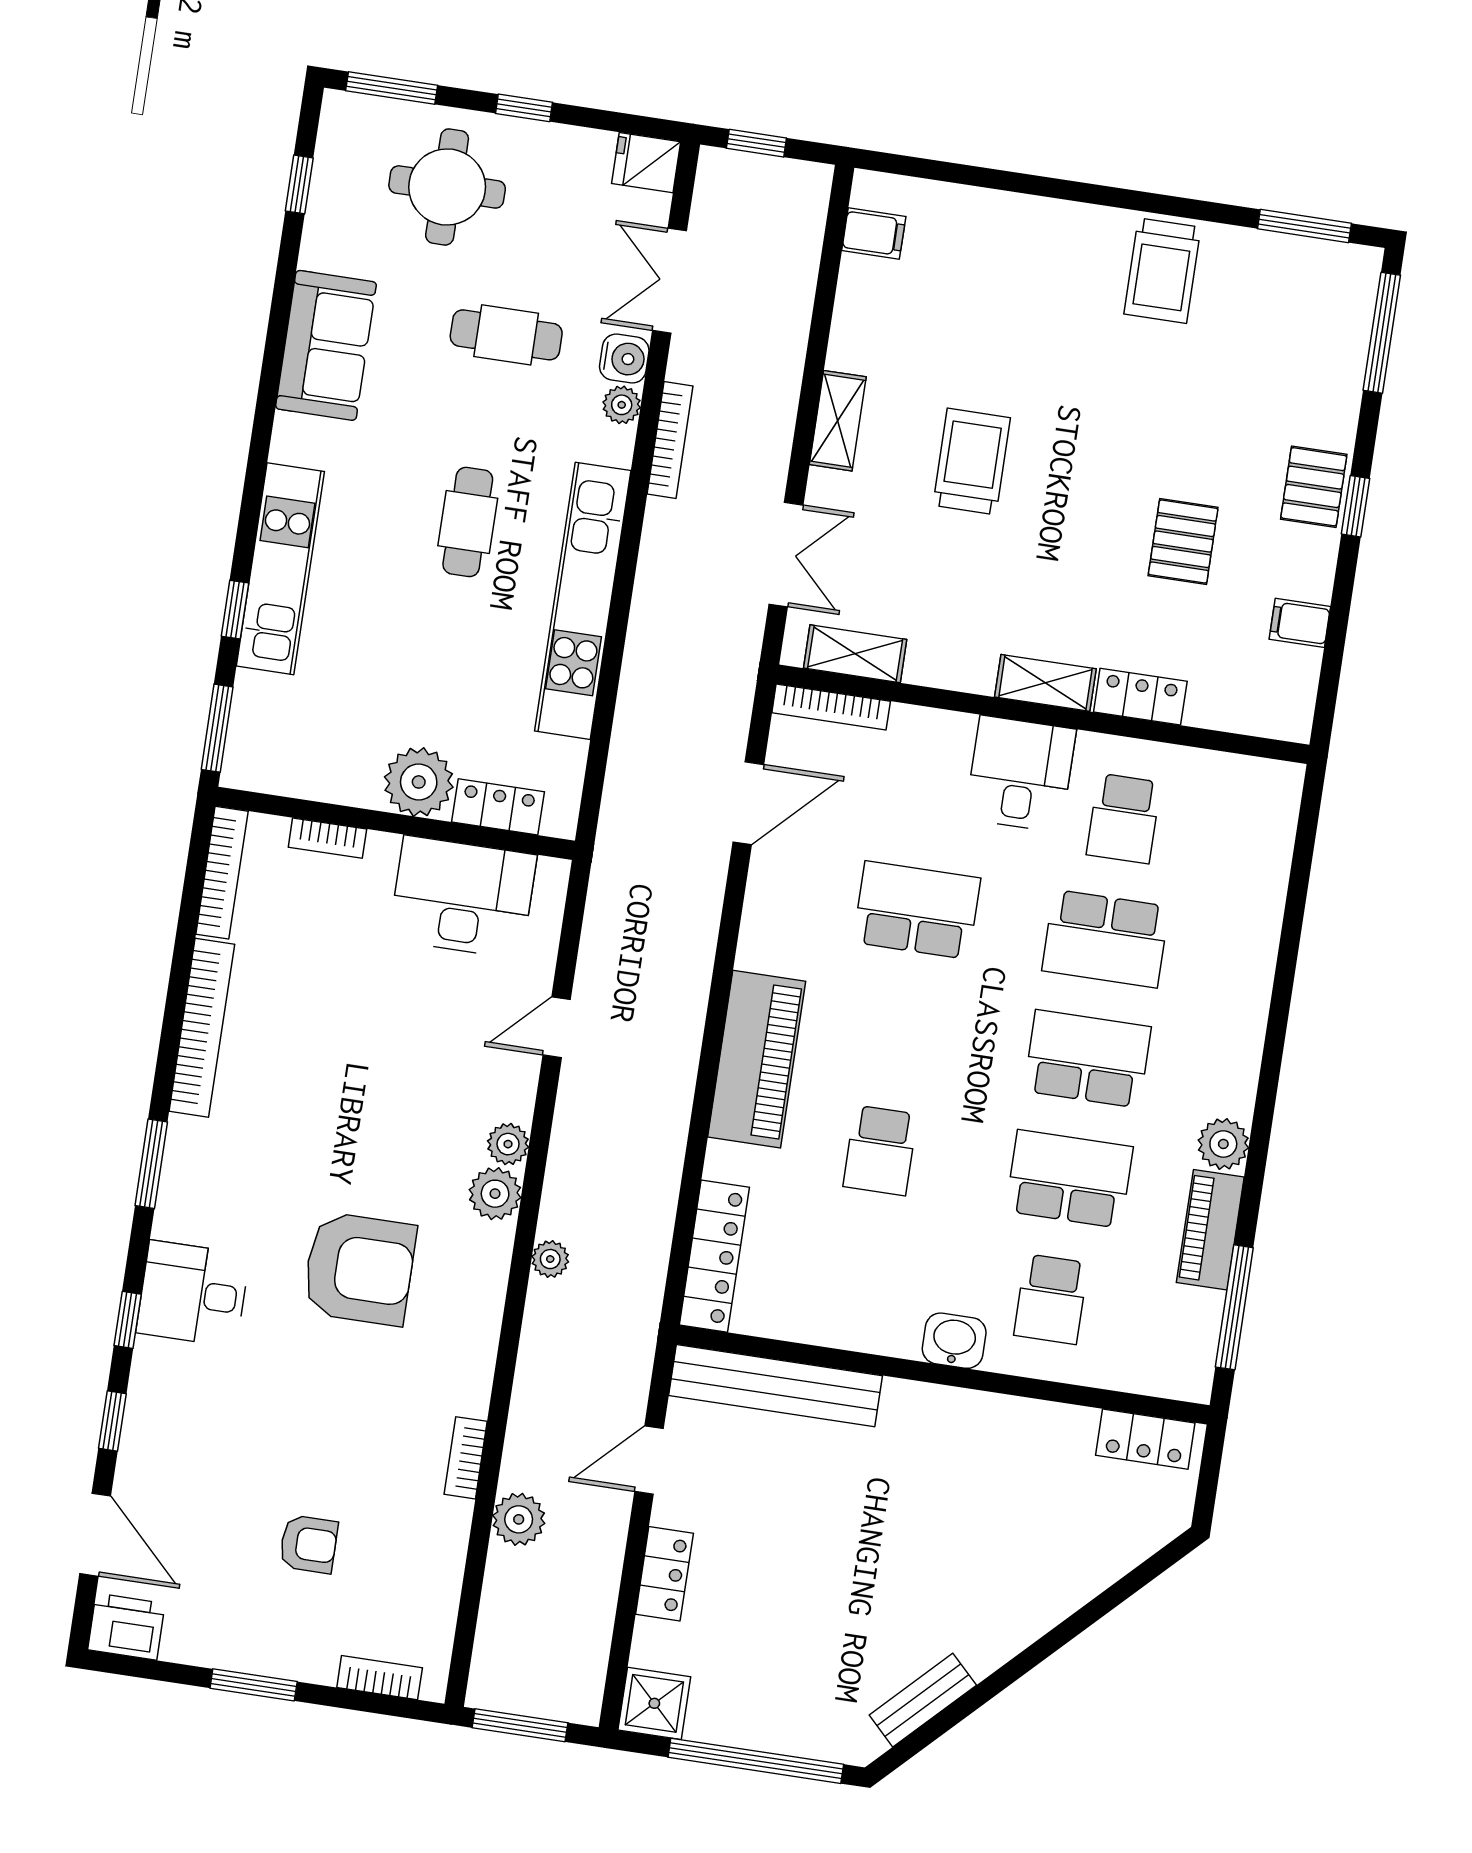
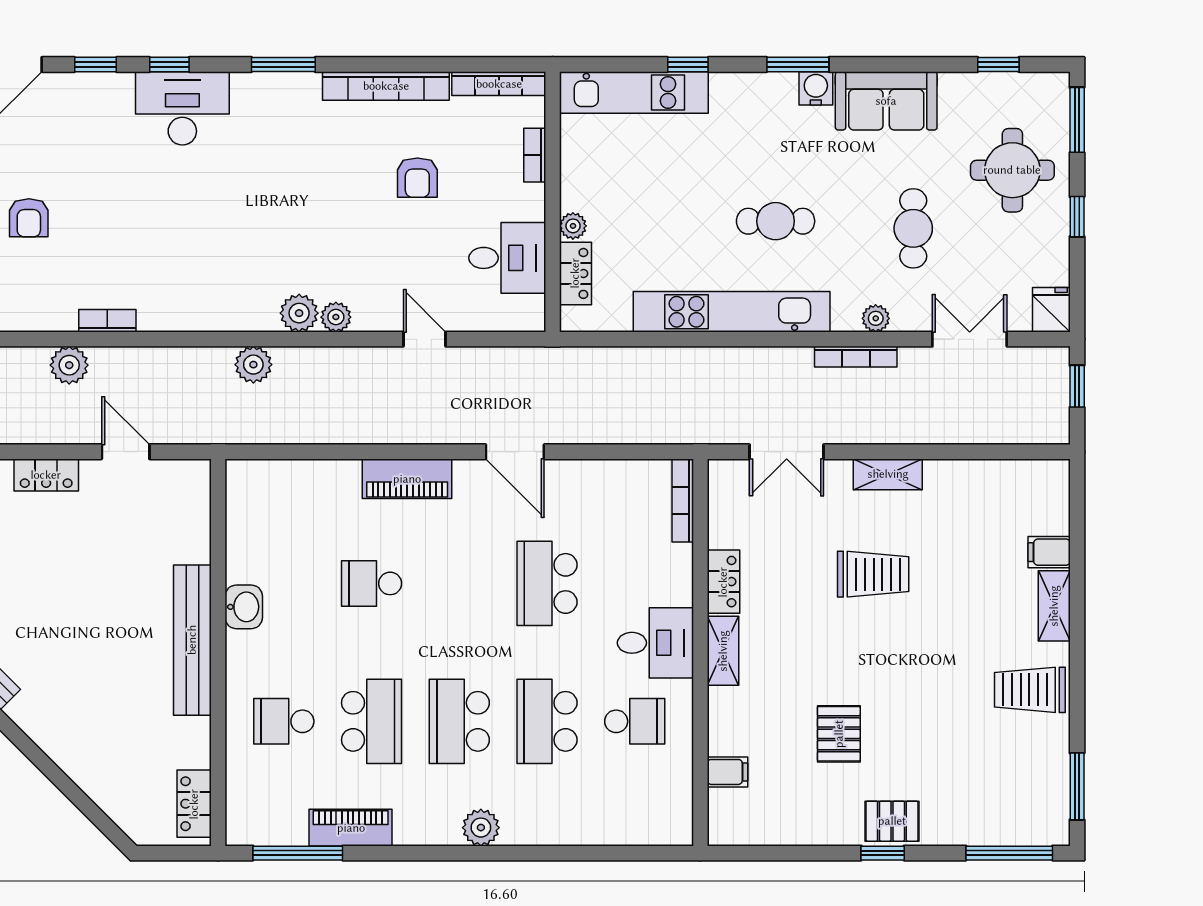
filing cabinet: (874, 234) -> (1049, 552), moved, turned 90
water cooler: (624, 359) -> (816, 88), moved, turned 180
pallet: (1183, 542) -> (839, 734), turned 90
kitchen unit: (280, 569) -> (634, 92), moved
filing cabinet: (1300, 623) -> (728, 772), moved, turned 90
shelving: (855, 654) -> (1054, 606), moved
locker: (1140, 697) -> (723, 582), moved
window: (217, 728) -> (798, 65), moved
plant: (419, 782) -> (573, 226), width x0.53, depth x0.53
door: (748, 803) -> (515, 452), moved
school desk: (1124, 819) -> (635, 721), turned 180
desk: (463, 897) -> (507, 258), width x0.73
school desk: (917, 910) -> (547, 583), turned 180
piano: (757, 1059) -> (407, 479), width x0.73, depth x0.75
school desk: (1087, 1059) -> (459, 721), turned 180
plant: (1223, 1144) -> (481, 828), moved
locker: (714, 1256) -> (278, 476), removed
plant: (550, 1259) -> (253, 365), width x1.38, depth x1.38
armchair: (359, 1269) -> (417, 178), moved, width x0.53, depth x0.53
desk: (193, 1294) -> (182, 108), width x1.37
washbasin: (954, 1341) -> (244, 607), moved
bench: (776, 1386) -> (192, 640), moved

